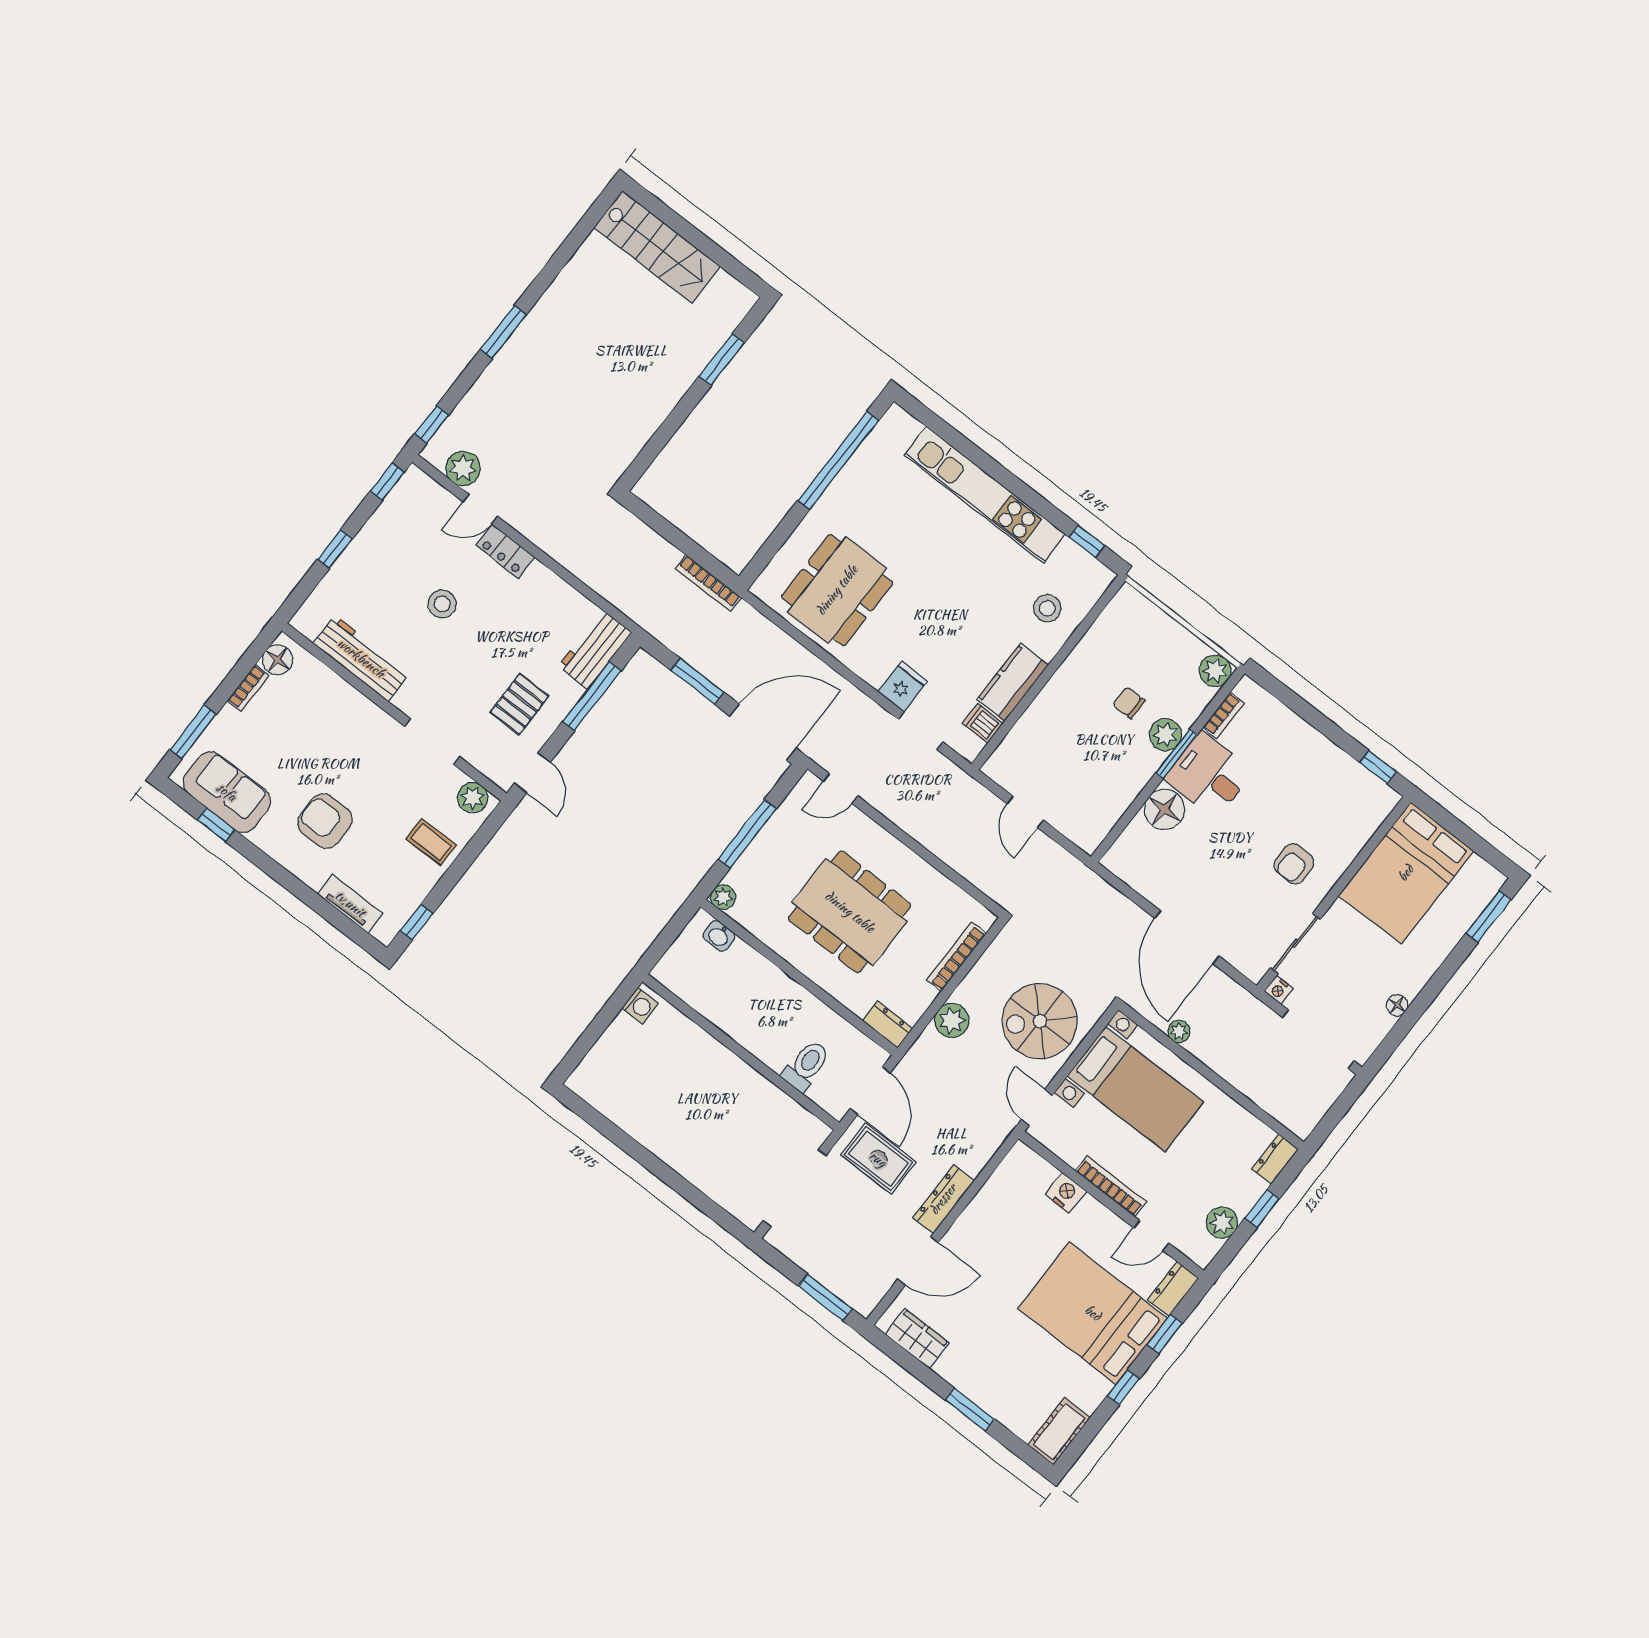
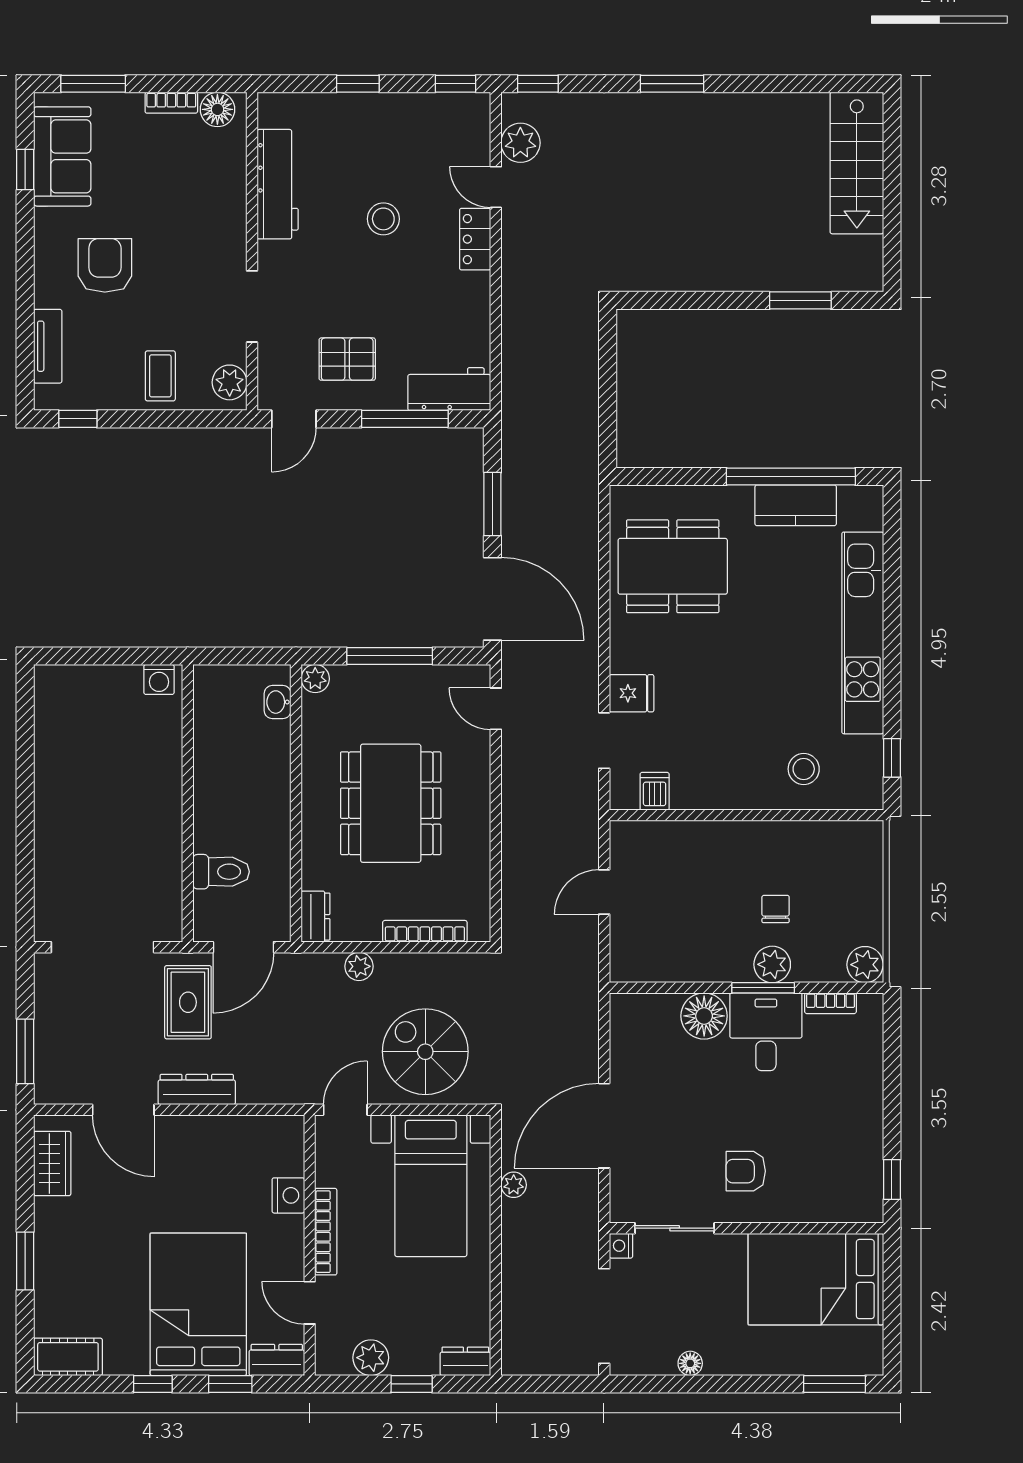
bookcase: (708, 583) -> (589, 445), removed
kitchen counter: (1013, 682) -> (796, 505), moved, turned 180
plant: (952, 1020) -> (359, 966), width x0.73, depth x0.73

